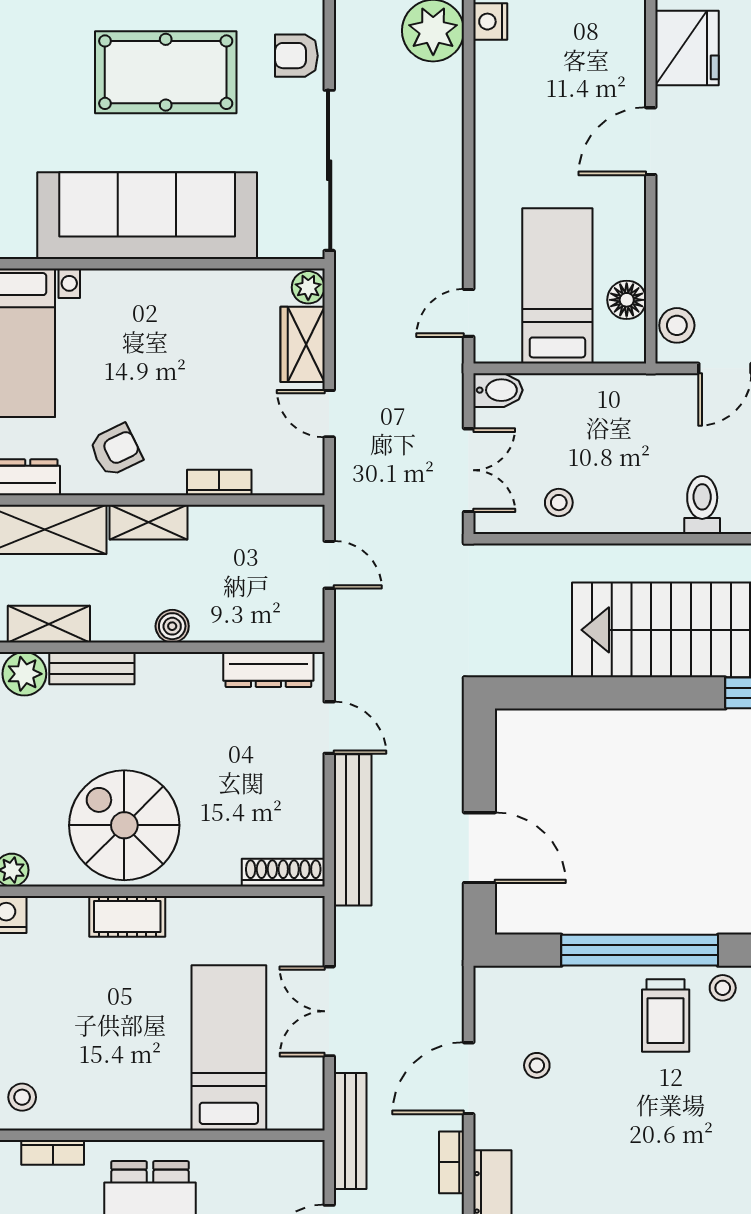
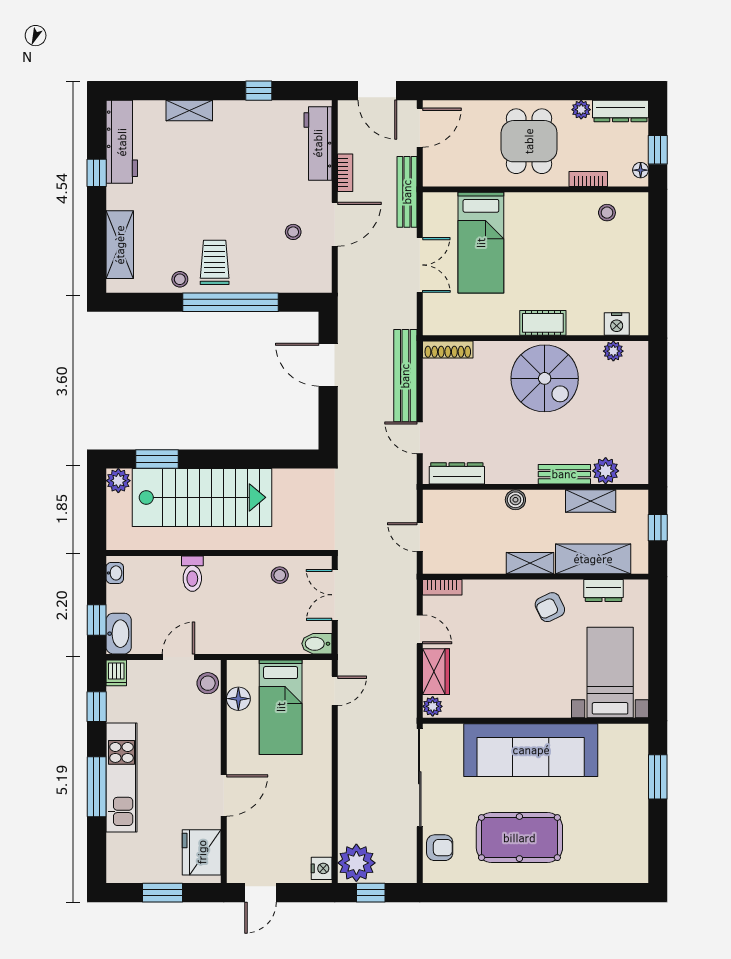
bookcase: (219, 483) -> (442, 587), moved

